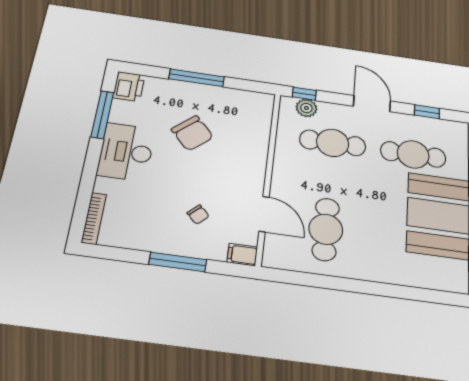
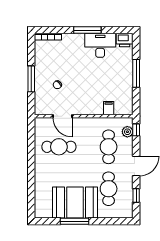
window: (102, 115) -> (87, 30), moved
chair: (192, 133) -> (102, 76), removed
desk: (126, 152) -> (100, 45), moved
door: (264, 214) -> (62, 116), hinge flipped
filing cabinet: (242, 255) -> (109, 108), moved

